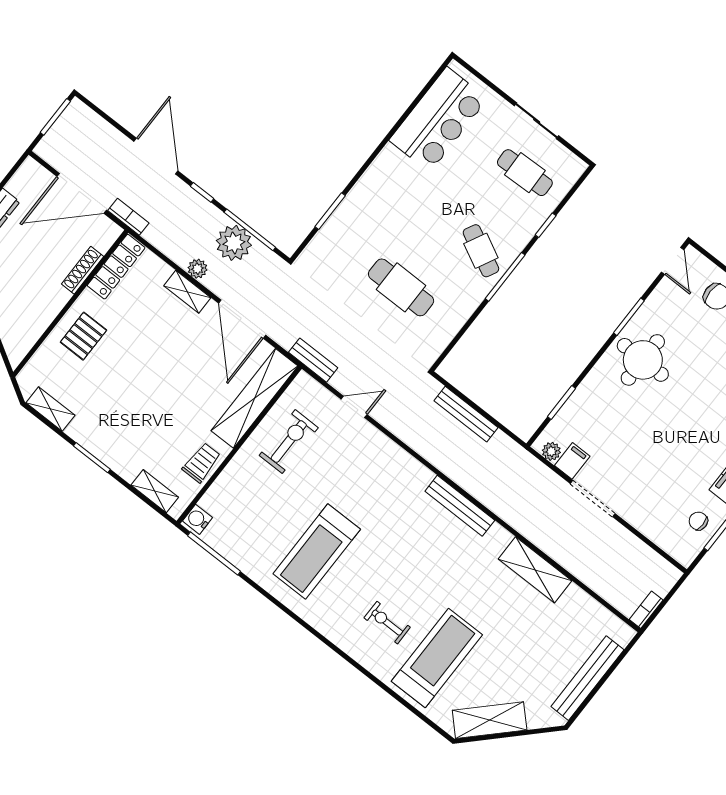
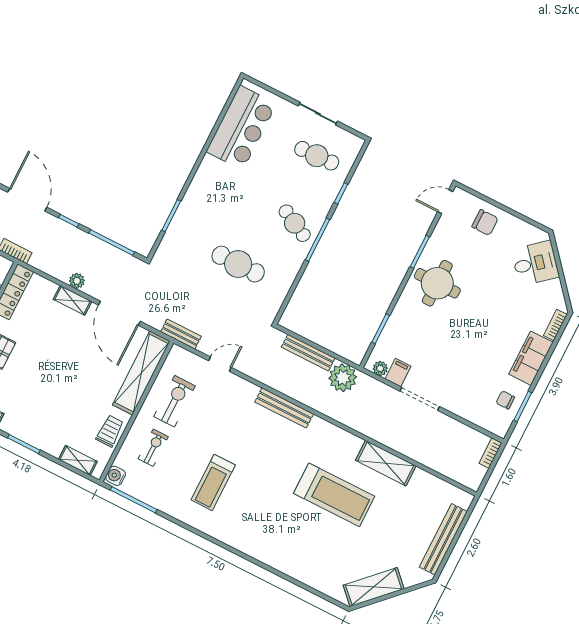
plant: (234, 243) -> (343, 378), moved
door: (673, 261) -> (445, 202), swing flipped
bench: (460, 506) -> (284, 408), moved
treadmill: (317, 552) -> (213, 482), width x0.73, depth x0.73
bookcase: (646, 610) -> (491, 453), moved
exercise bike: (387, 623) -> (153, 448), moved, turned 90
treadmill: (437, 658) -> (334, 495), moved, turned 90

